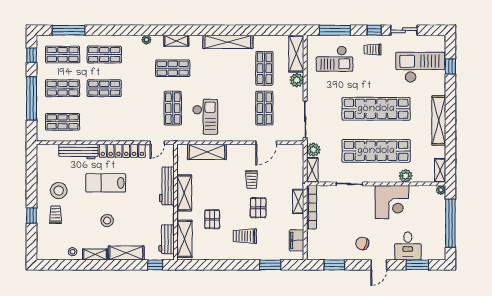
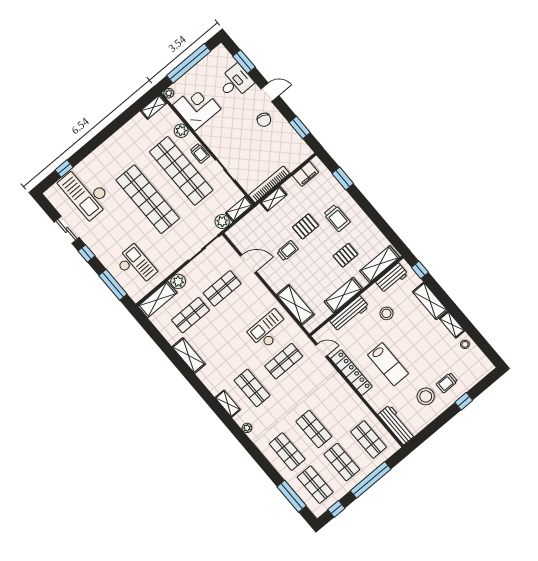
shelving: (228, 42) -> (189, 356), width x0.68
trolley: (373, 50) -> (200, 153), moved
shelving: (439, 120) -> (115, 142), removed
workbench: (78, 152) -> (397, 425), moved
corner desk: (392, 202) -> (197, 107), moved
stool: (107, 221) -> (386, 313), moved

